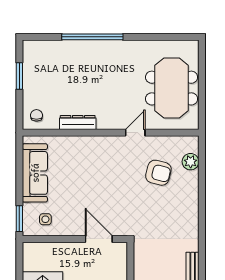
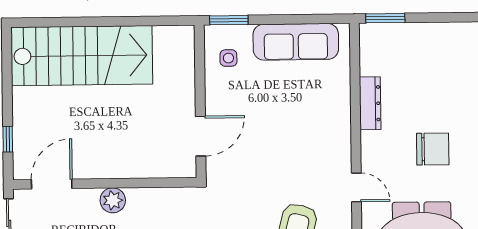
window: (19, 76) -> (385, 18), moved
chair: (36, 115) -> (433, 149), moved, width x1.87, depth x1.87

